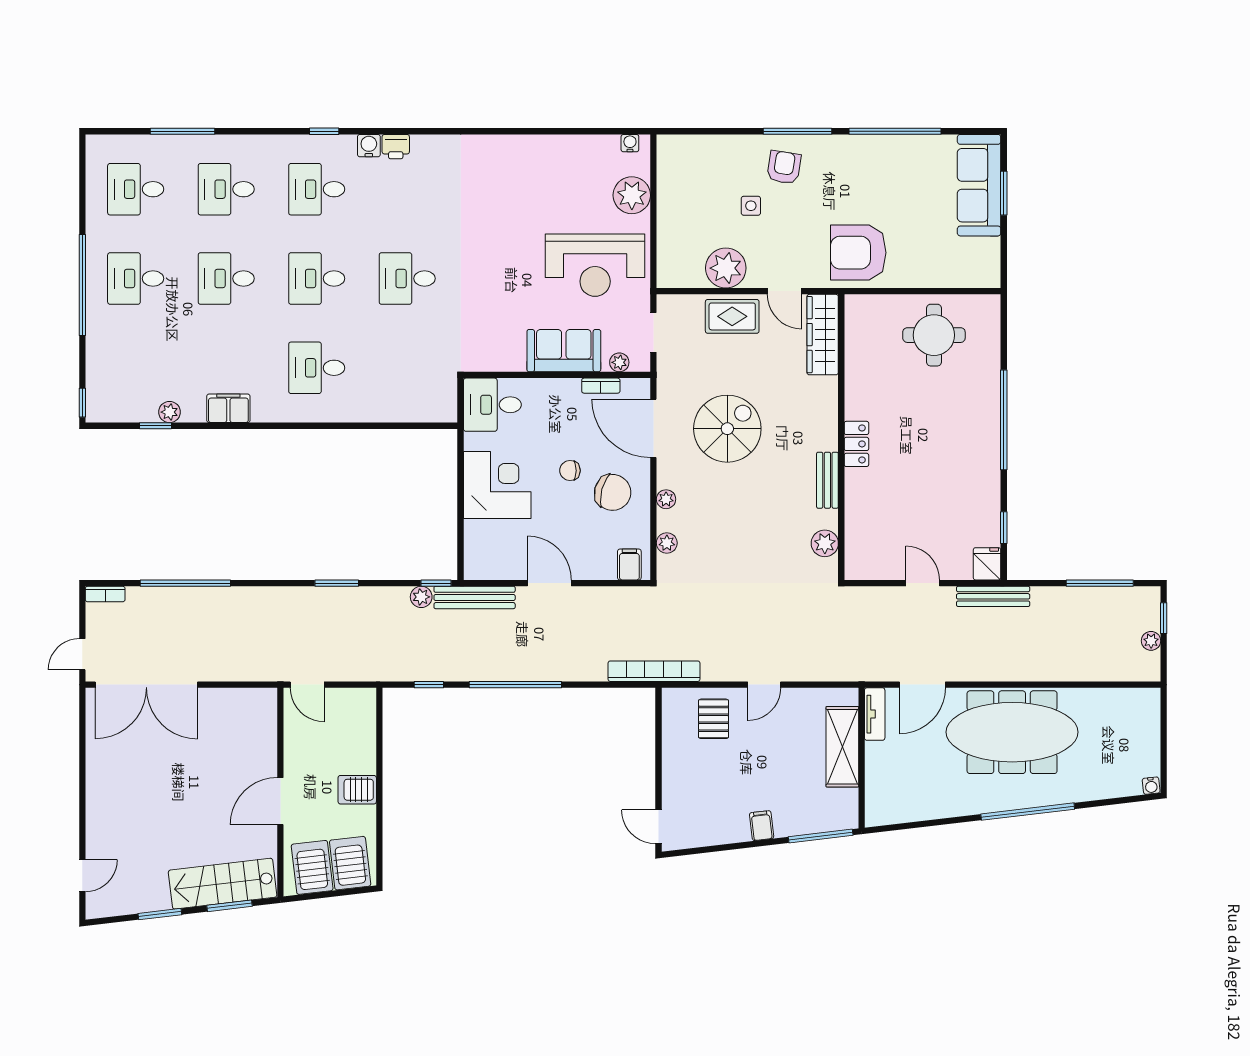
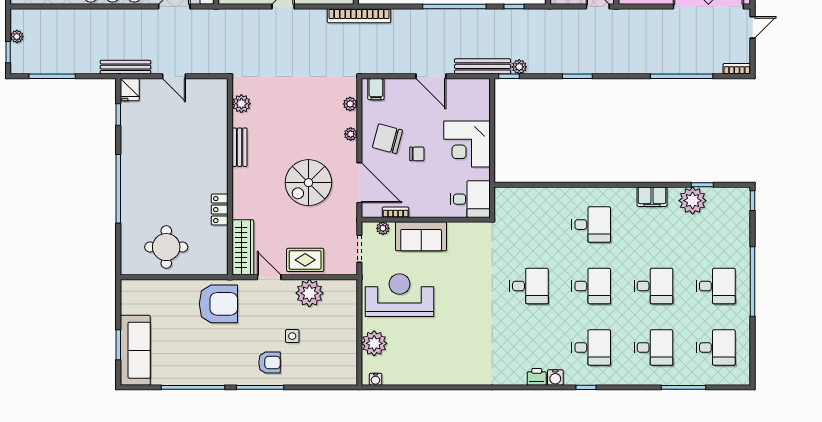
armchair: (784, 167) -> (270, 363), turned -99
plant: (170, 412) -> (693, 201), width x1.88, depth x1.88
locker: (856, 444) -> (220, 210), moved

